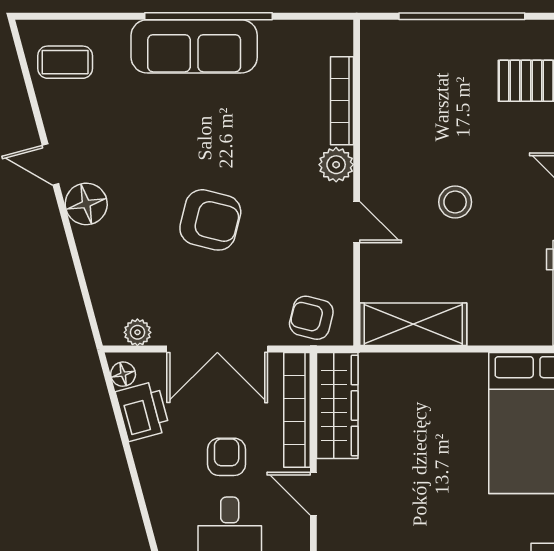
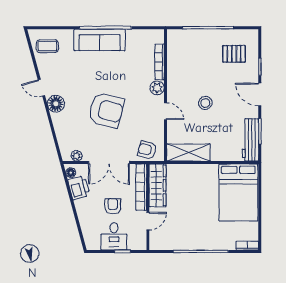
armchair: (210, 220) -> (106, 110), width x1.36, depth x1.36
door: (313, 494) -> (148, 221), swing flipped

